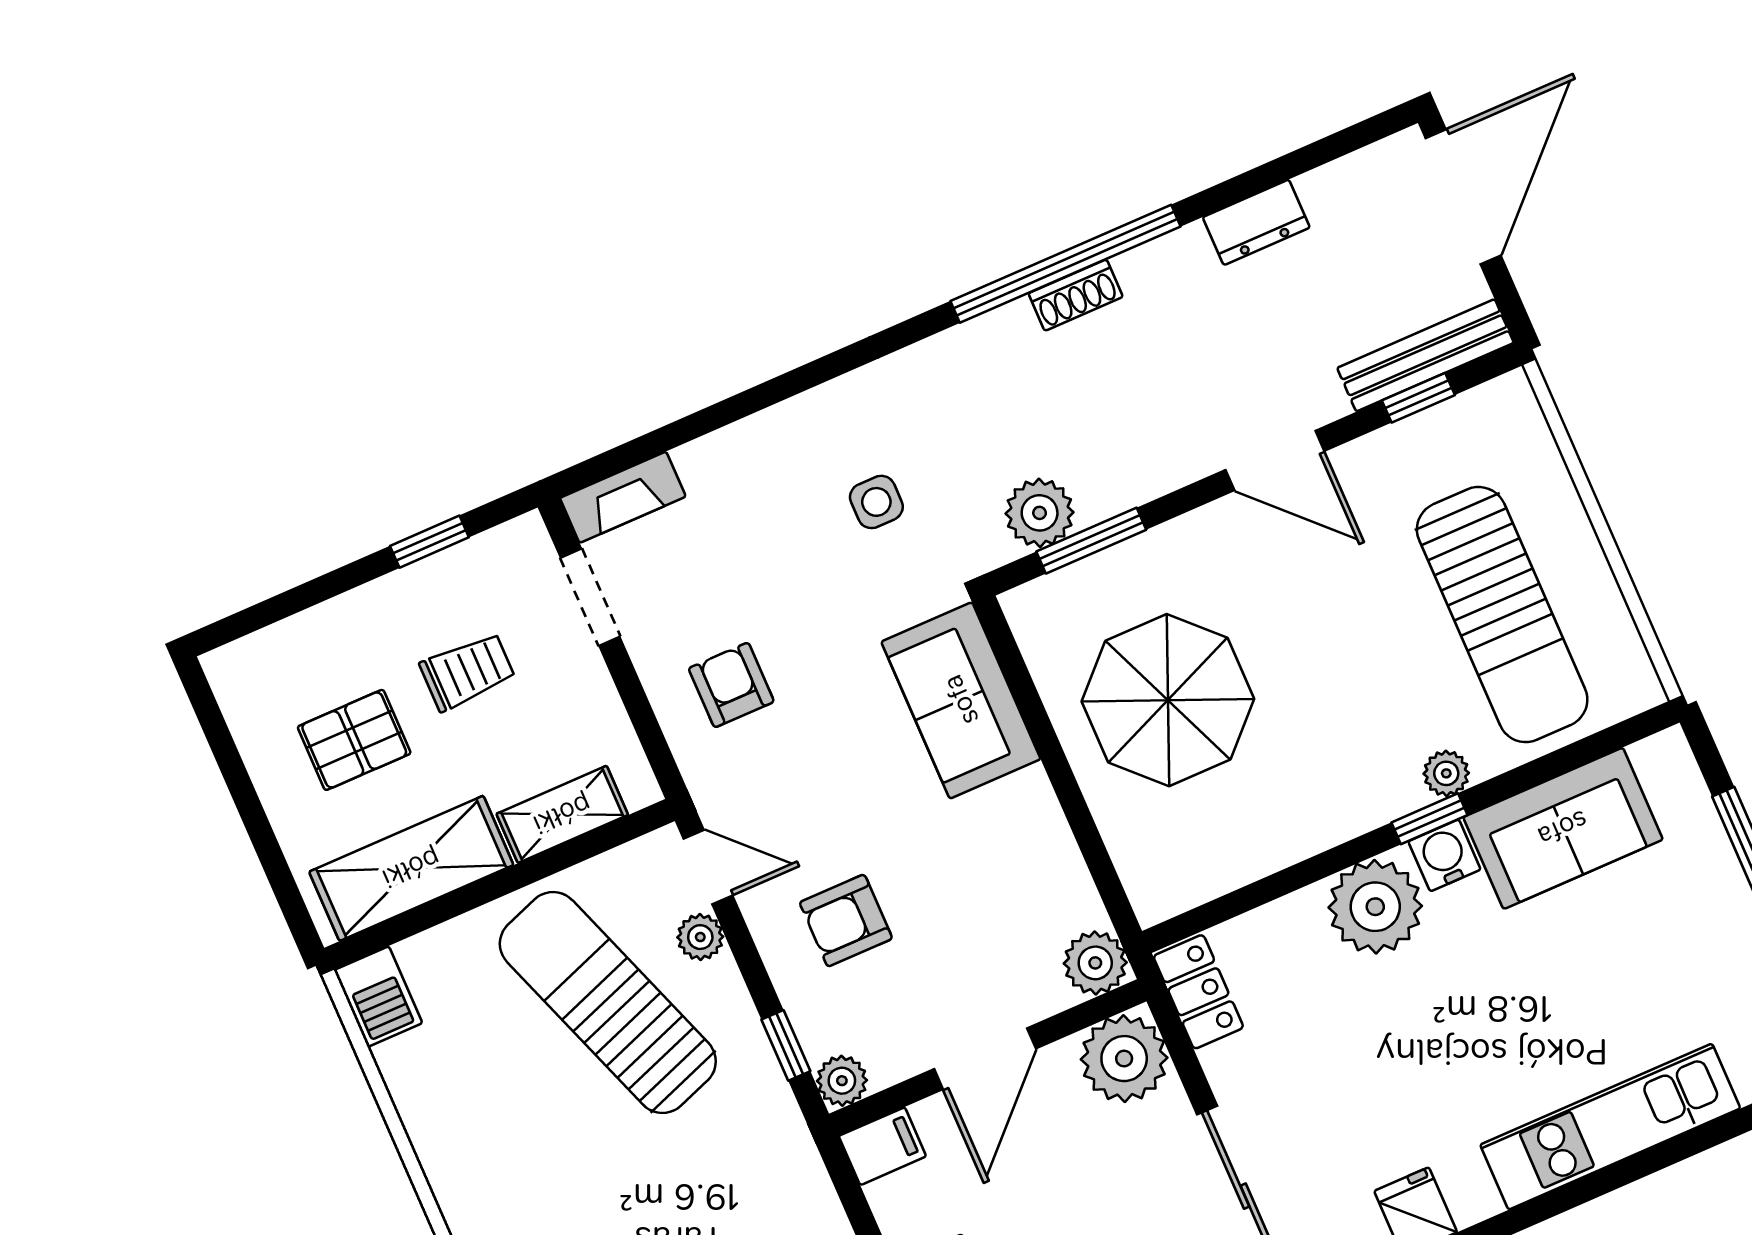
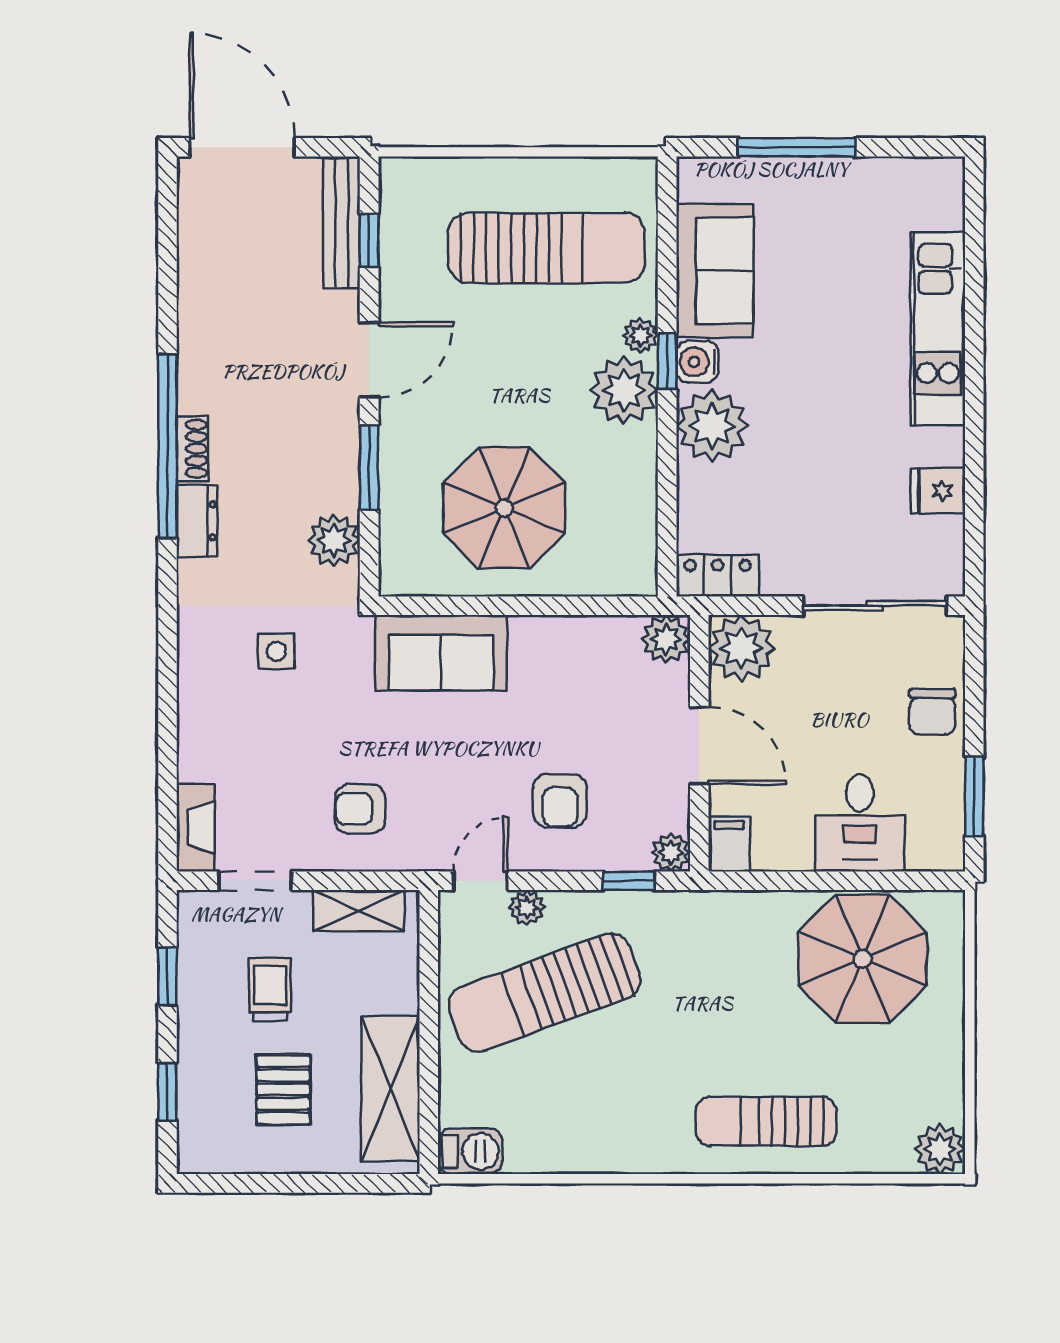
dresser: (1256, 222) -> (197, 521), moved
window: (1091, 541) -> (369, 468), moved
window: (291, 602) -> (167, 1092), added
plant: (1372, 782) -> (624, 390), added
shelving: (562, 814) -> (358, 911), moved, turned 90

